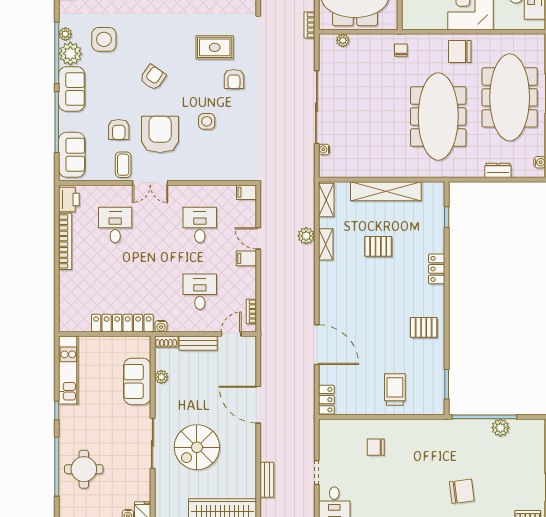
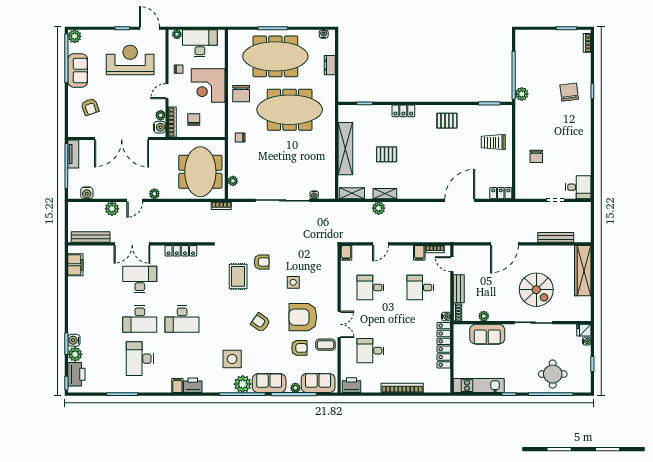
plant: (65, 34) -> (295, 388), moved
bookcase: (65, 241) -> (402, 388), moved
pallet: (378, 246) -> (387, 154), turned 90
filing cabinet: (246, 258) -> (419, 253), moved
pallet: (424, 327) -> (447, 121), turned 90
plant: (500, 428) -> (522, 94), moved
bench: (267, 480) -> (556, 237), width x1.36

